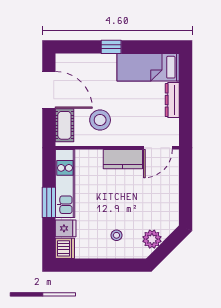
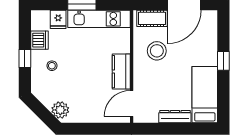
door: (158, 148) -> (132, 104), hinge flipped
plant: (152, 239) -> (60, 110), moved
dishwasher: (65, 248) -> (39, 40), moved, turned -90
window: (109, 265) -> (25, 59), added

